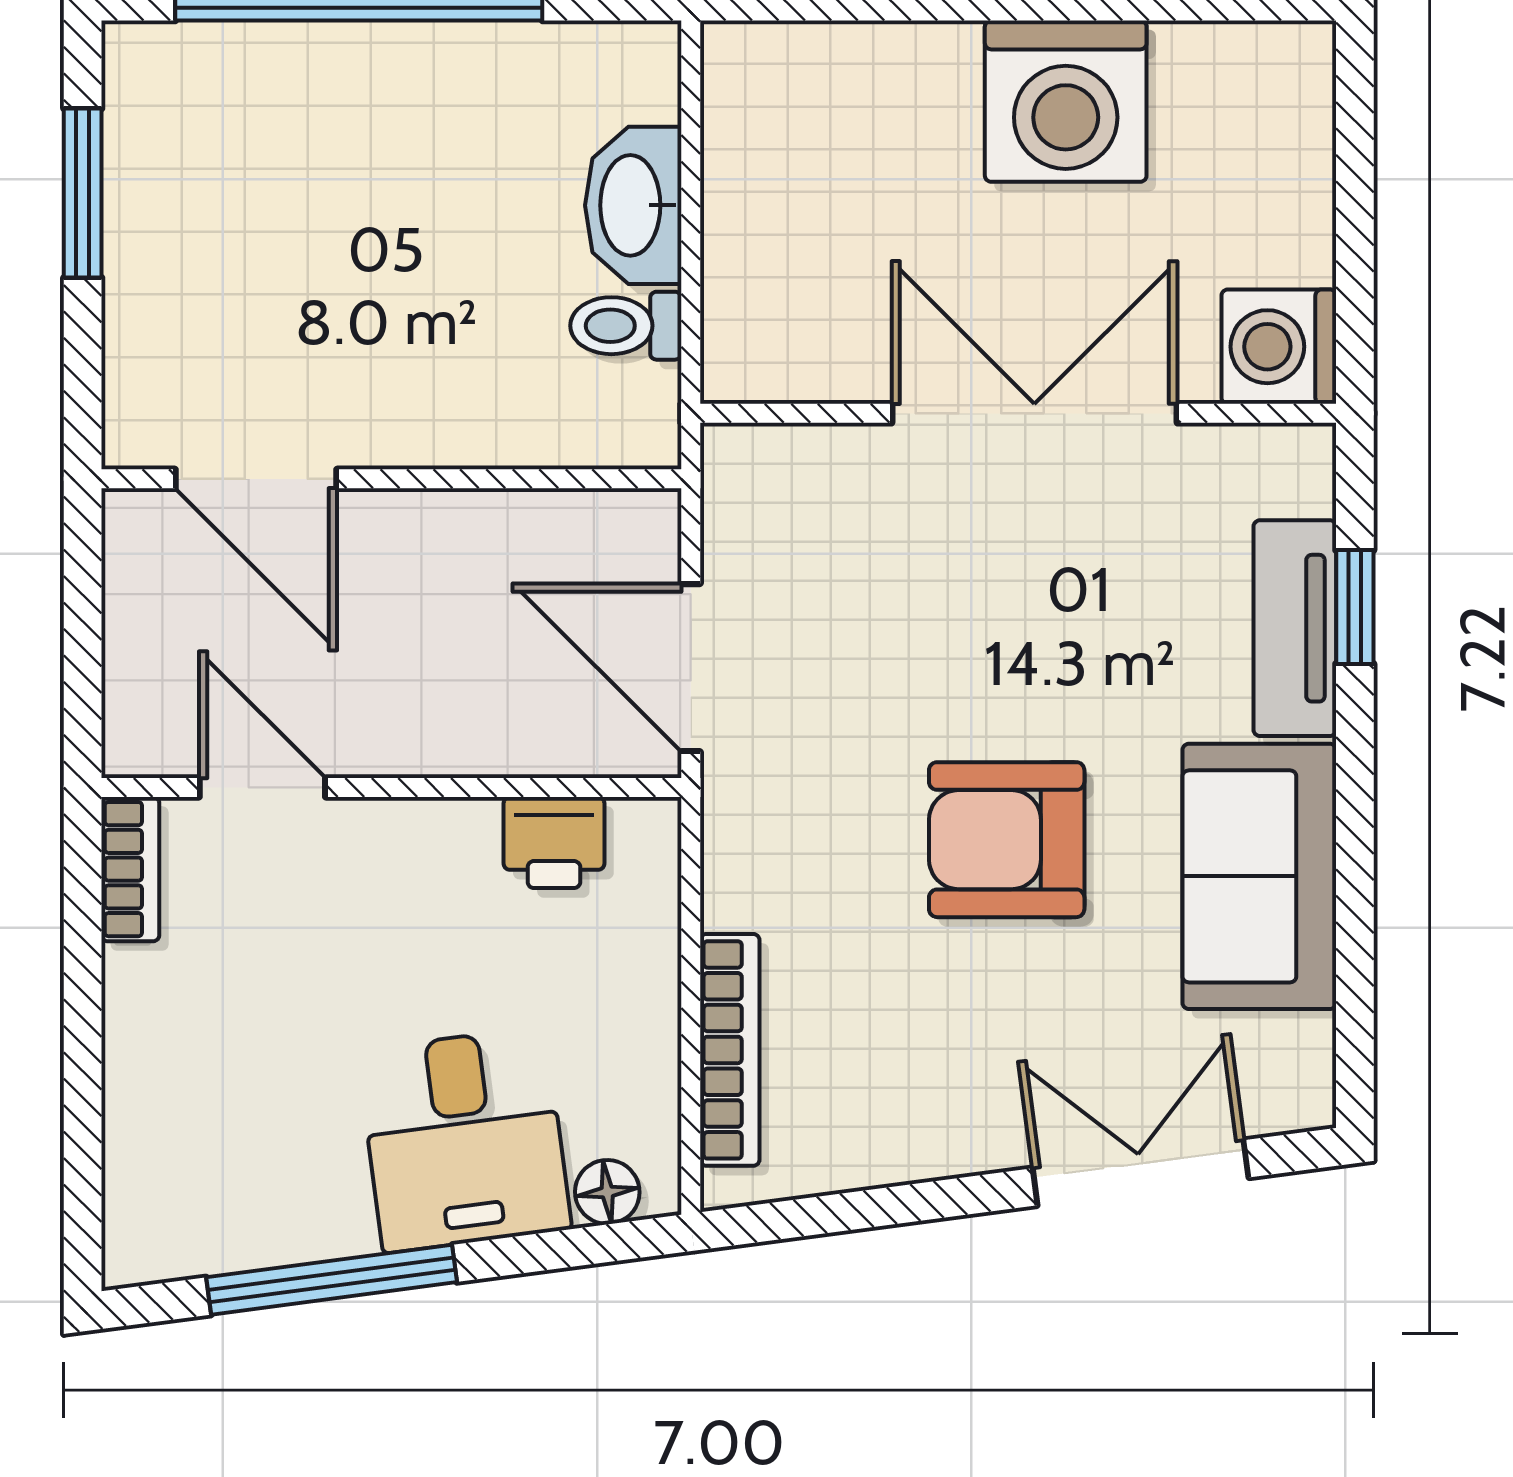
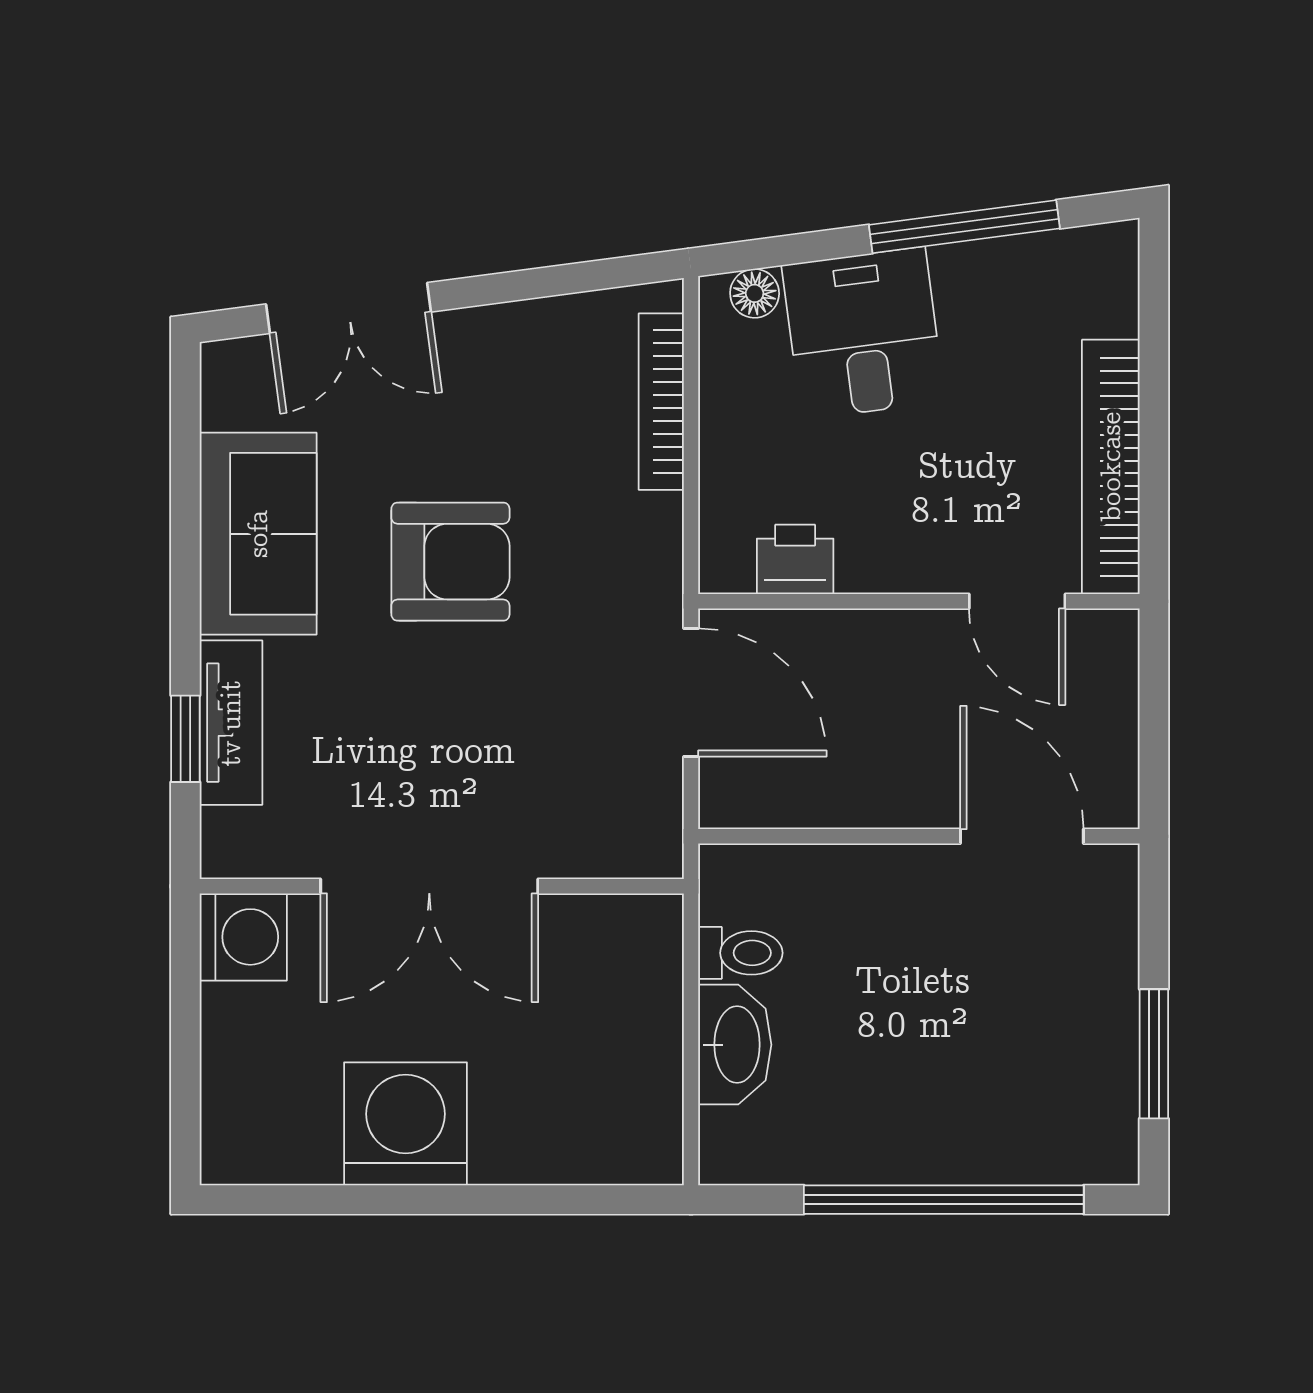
bookcase: (130, 869) -> (1111, 467), width x2.31, depth x1.31

